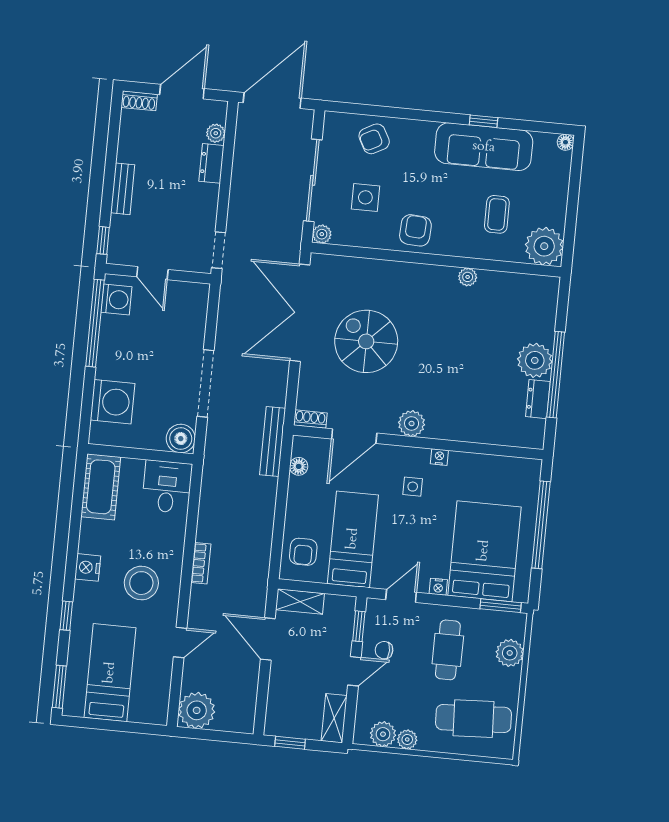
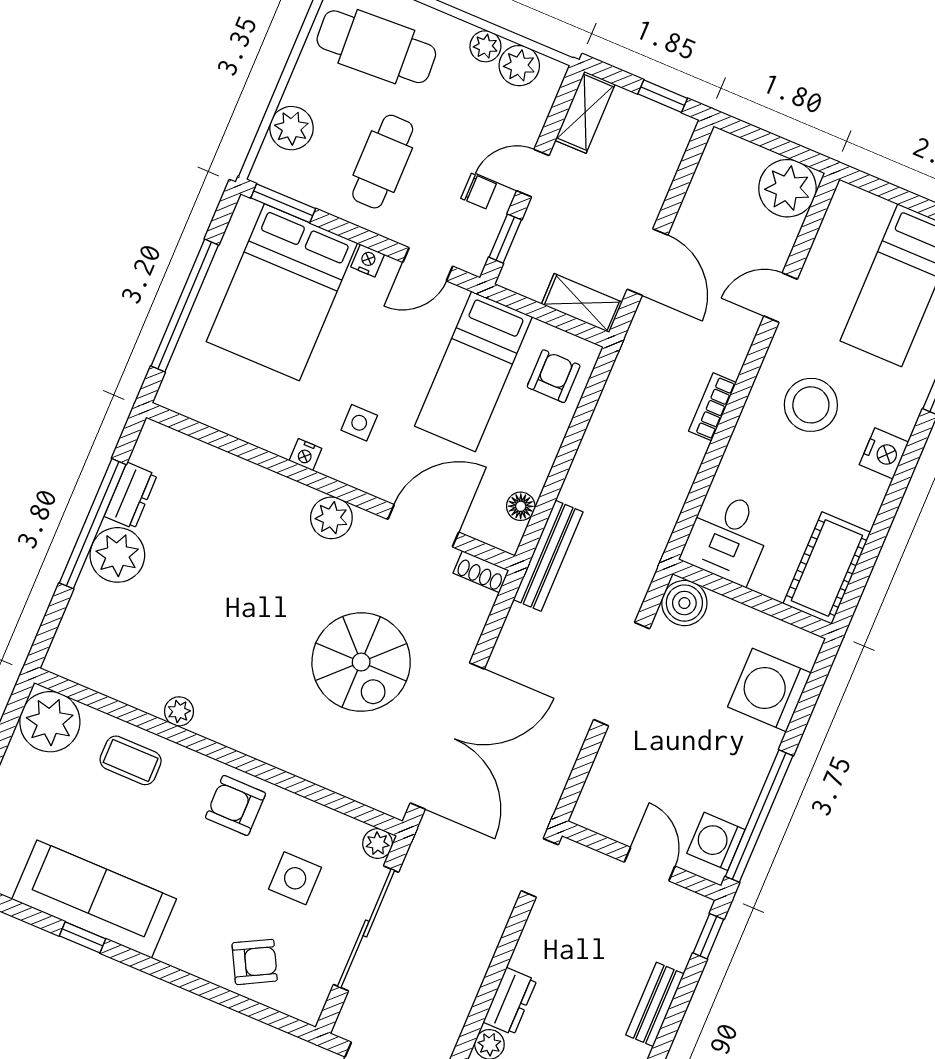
coffee table: (497, 214) -> (131, 760), moved, turned 90
armchair: (415, 230) -> (235, 805), turned 87

